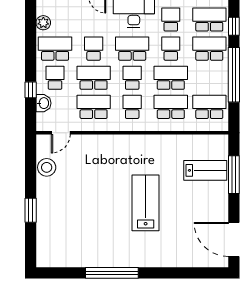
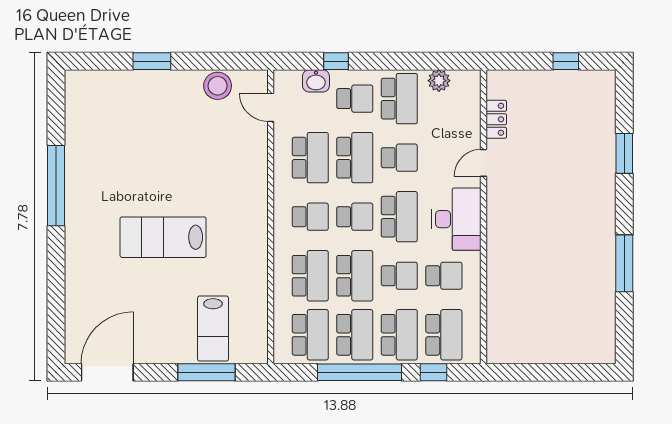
school desk: (209, 78) -> (355, 335), added
lab bench: (146, 203) -> (163, 237), turned 180

